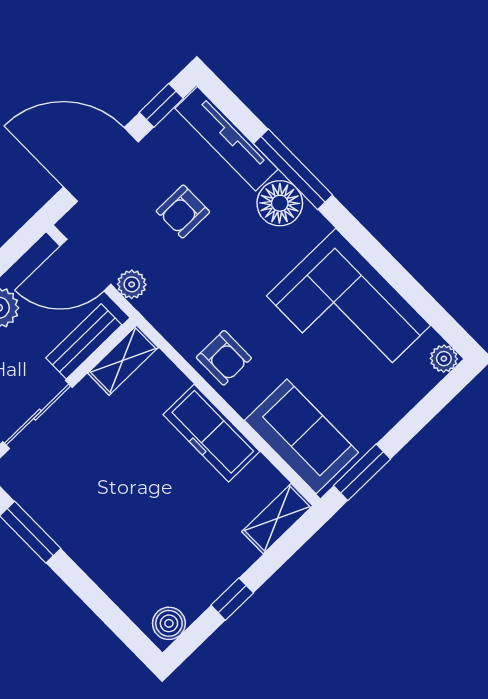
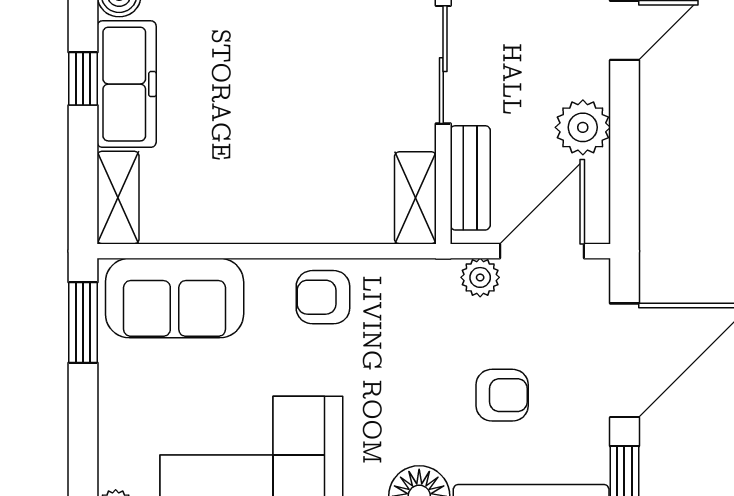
armchair: (183, 211) -> (502, 395), turned 90
freezer: (211, 433) -> (127, 84), moved, turned 90

